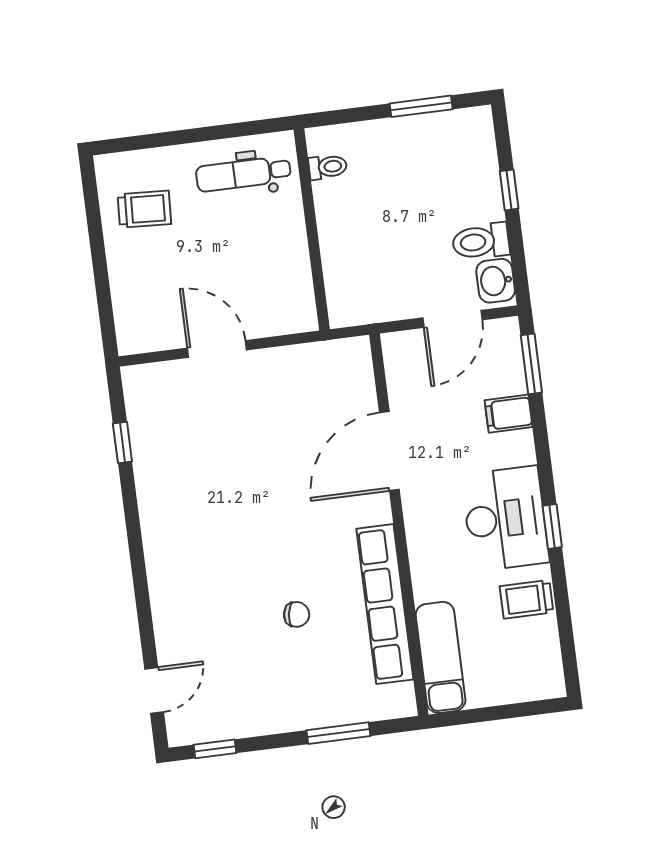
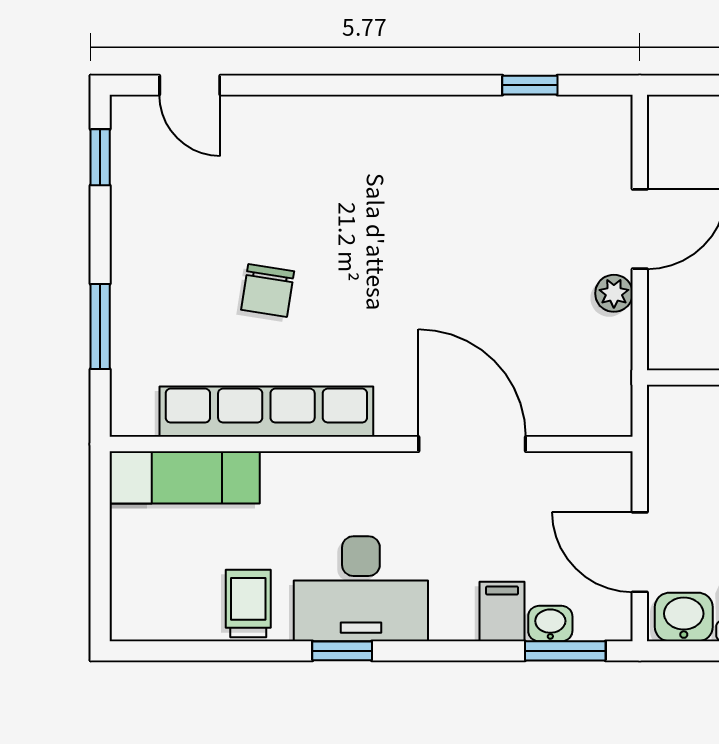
plant: (266, 362) -> (614, 293), added
washbasin: (513, 377) -> (550, 624), added
chair: (297, 614) -> (268, 291), width x1.37, depth x1.37

